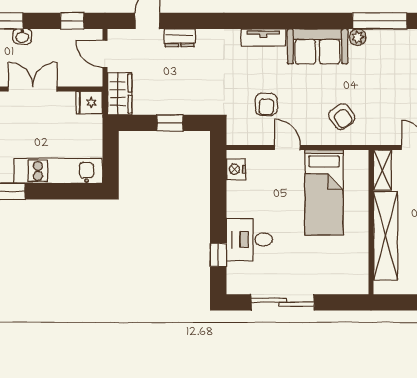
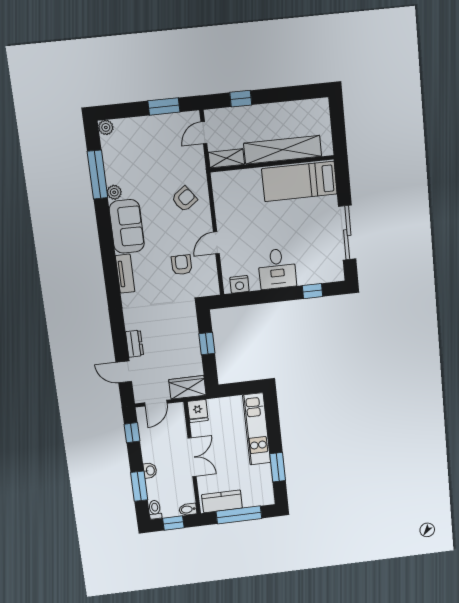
double door: (33, 89) -> (192, 457), swing flipped
armchair: (266, 104) -> (182, 265), turned -90
bed: (324, 192) -> (299, 181), moved, turned 180
desk: (249, 240) -> (277, 269), moved

